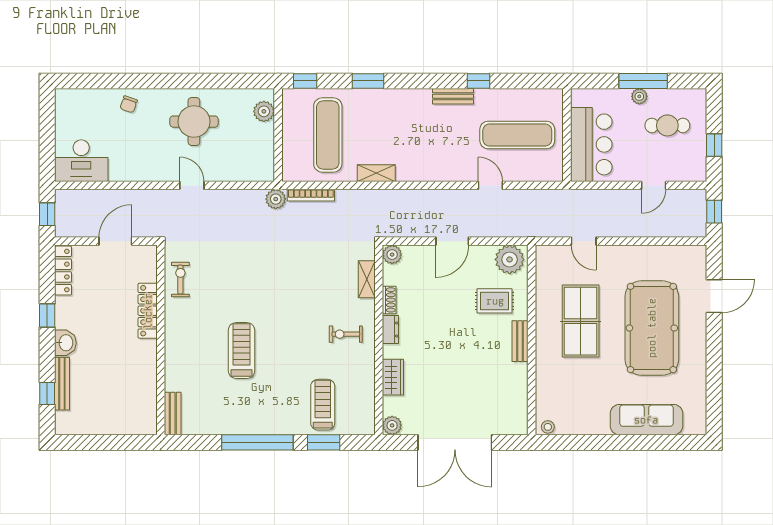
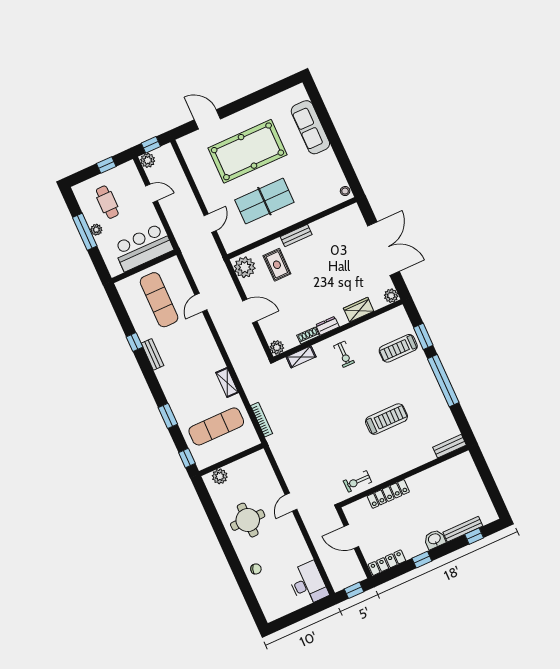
plant: (276, 199) -> (148, 160), moved
treadmill: (241, 351) -> (387, 419), turned 180

